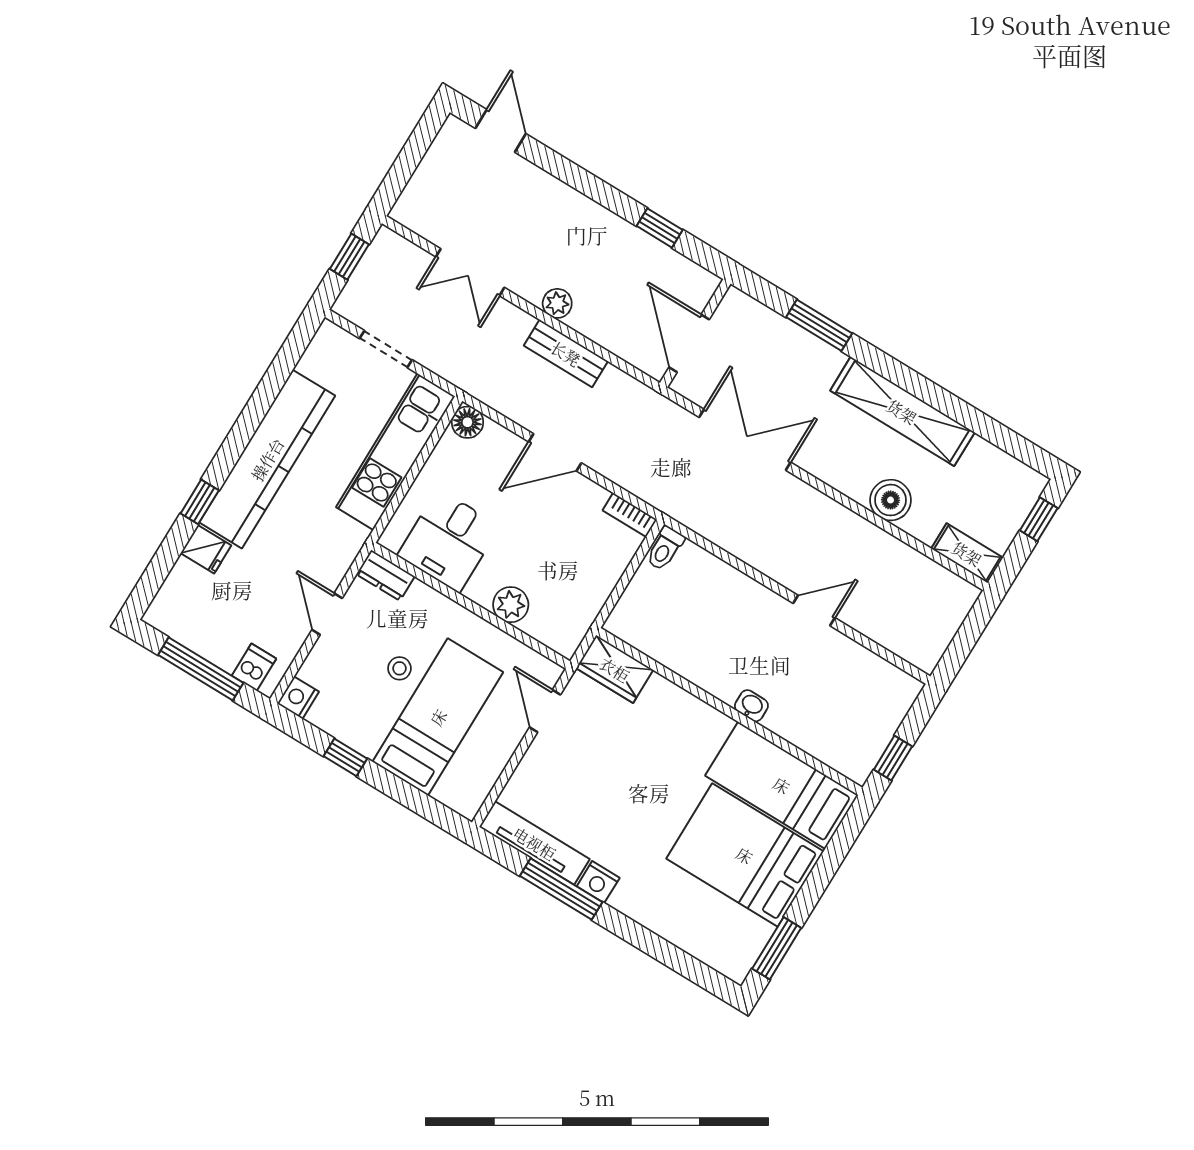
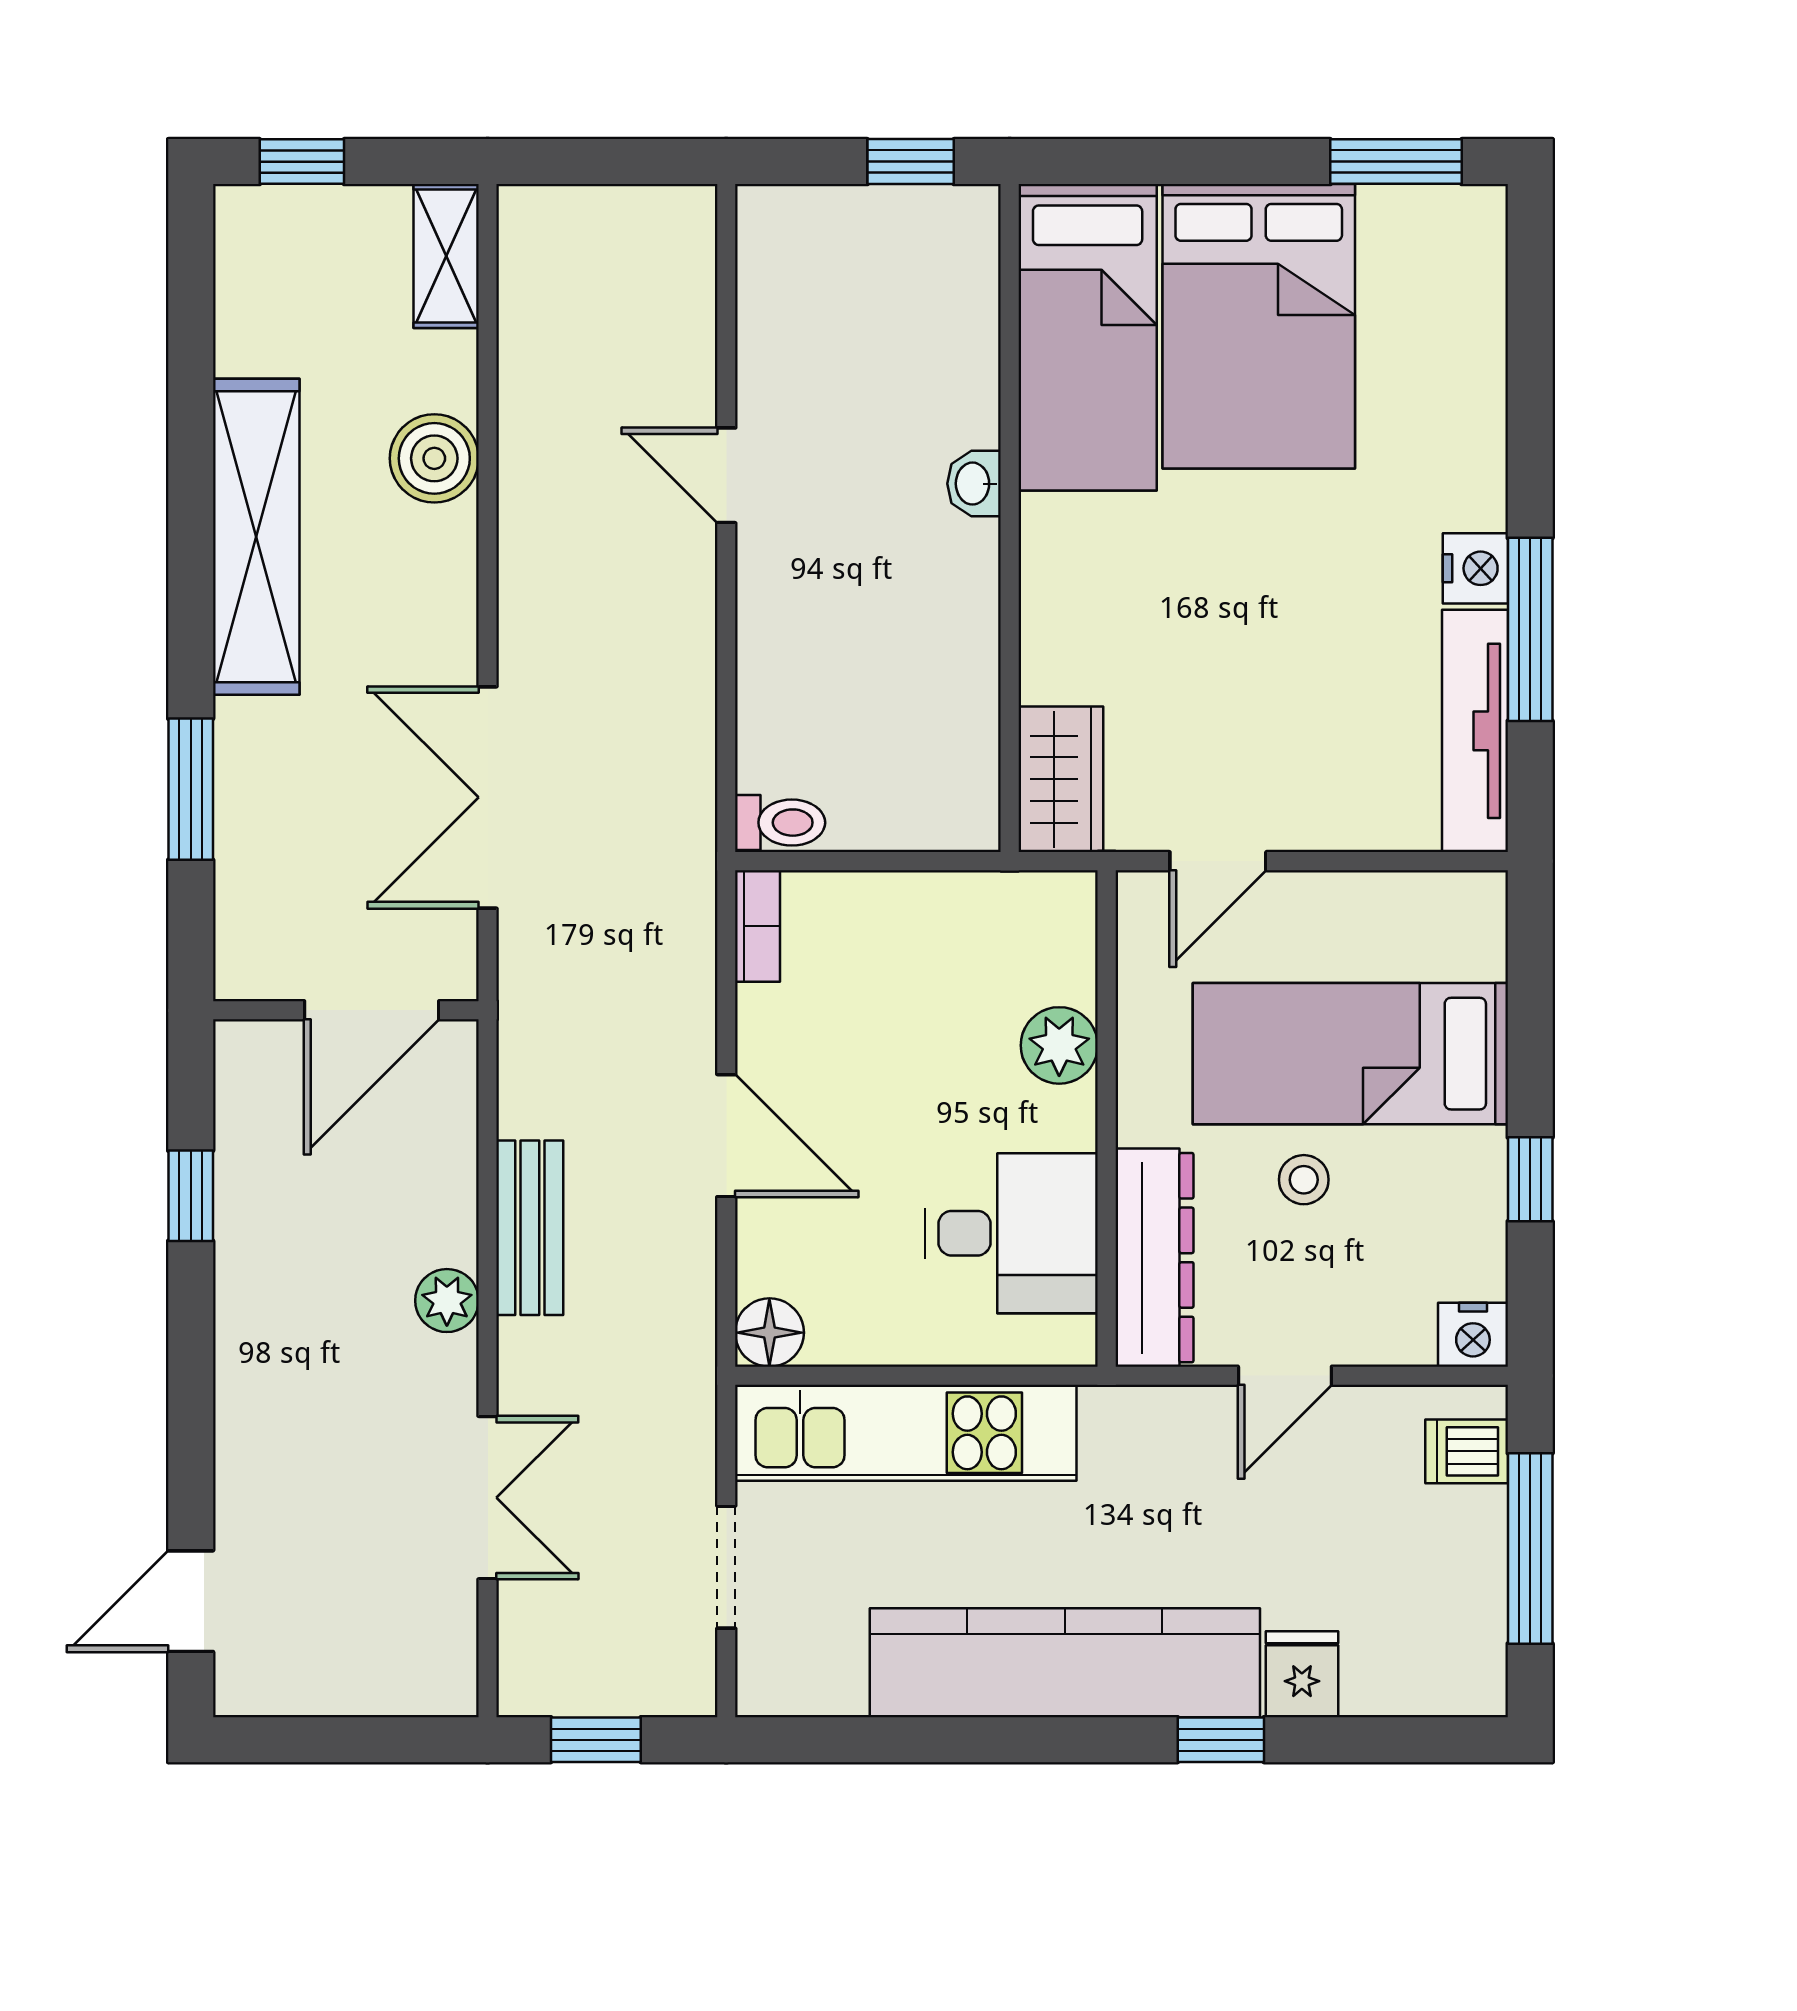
dresser: (385, 575) -> (1154, 1258), width x1.96, depth x1.24

